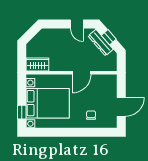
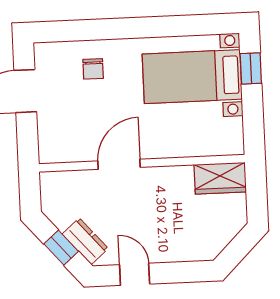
dresser: (101, 43) -> (85, 241), width x0.70
bed with nightstands: (48, 103) -> (192, 77), width x0.73

